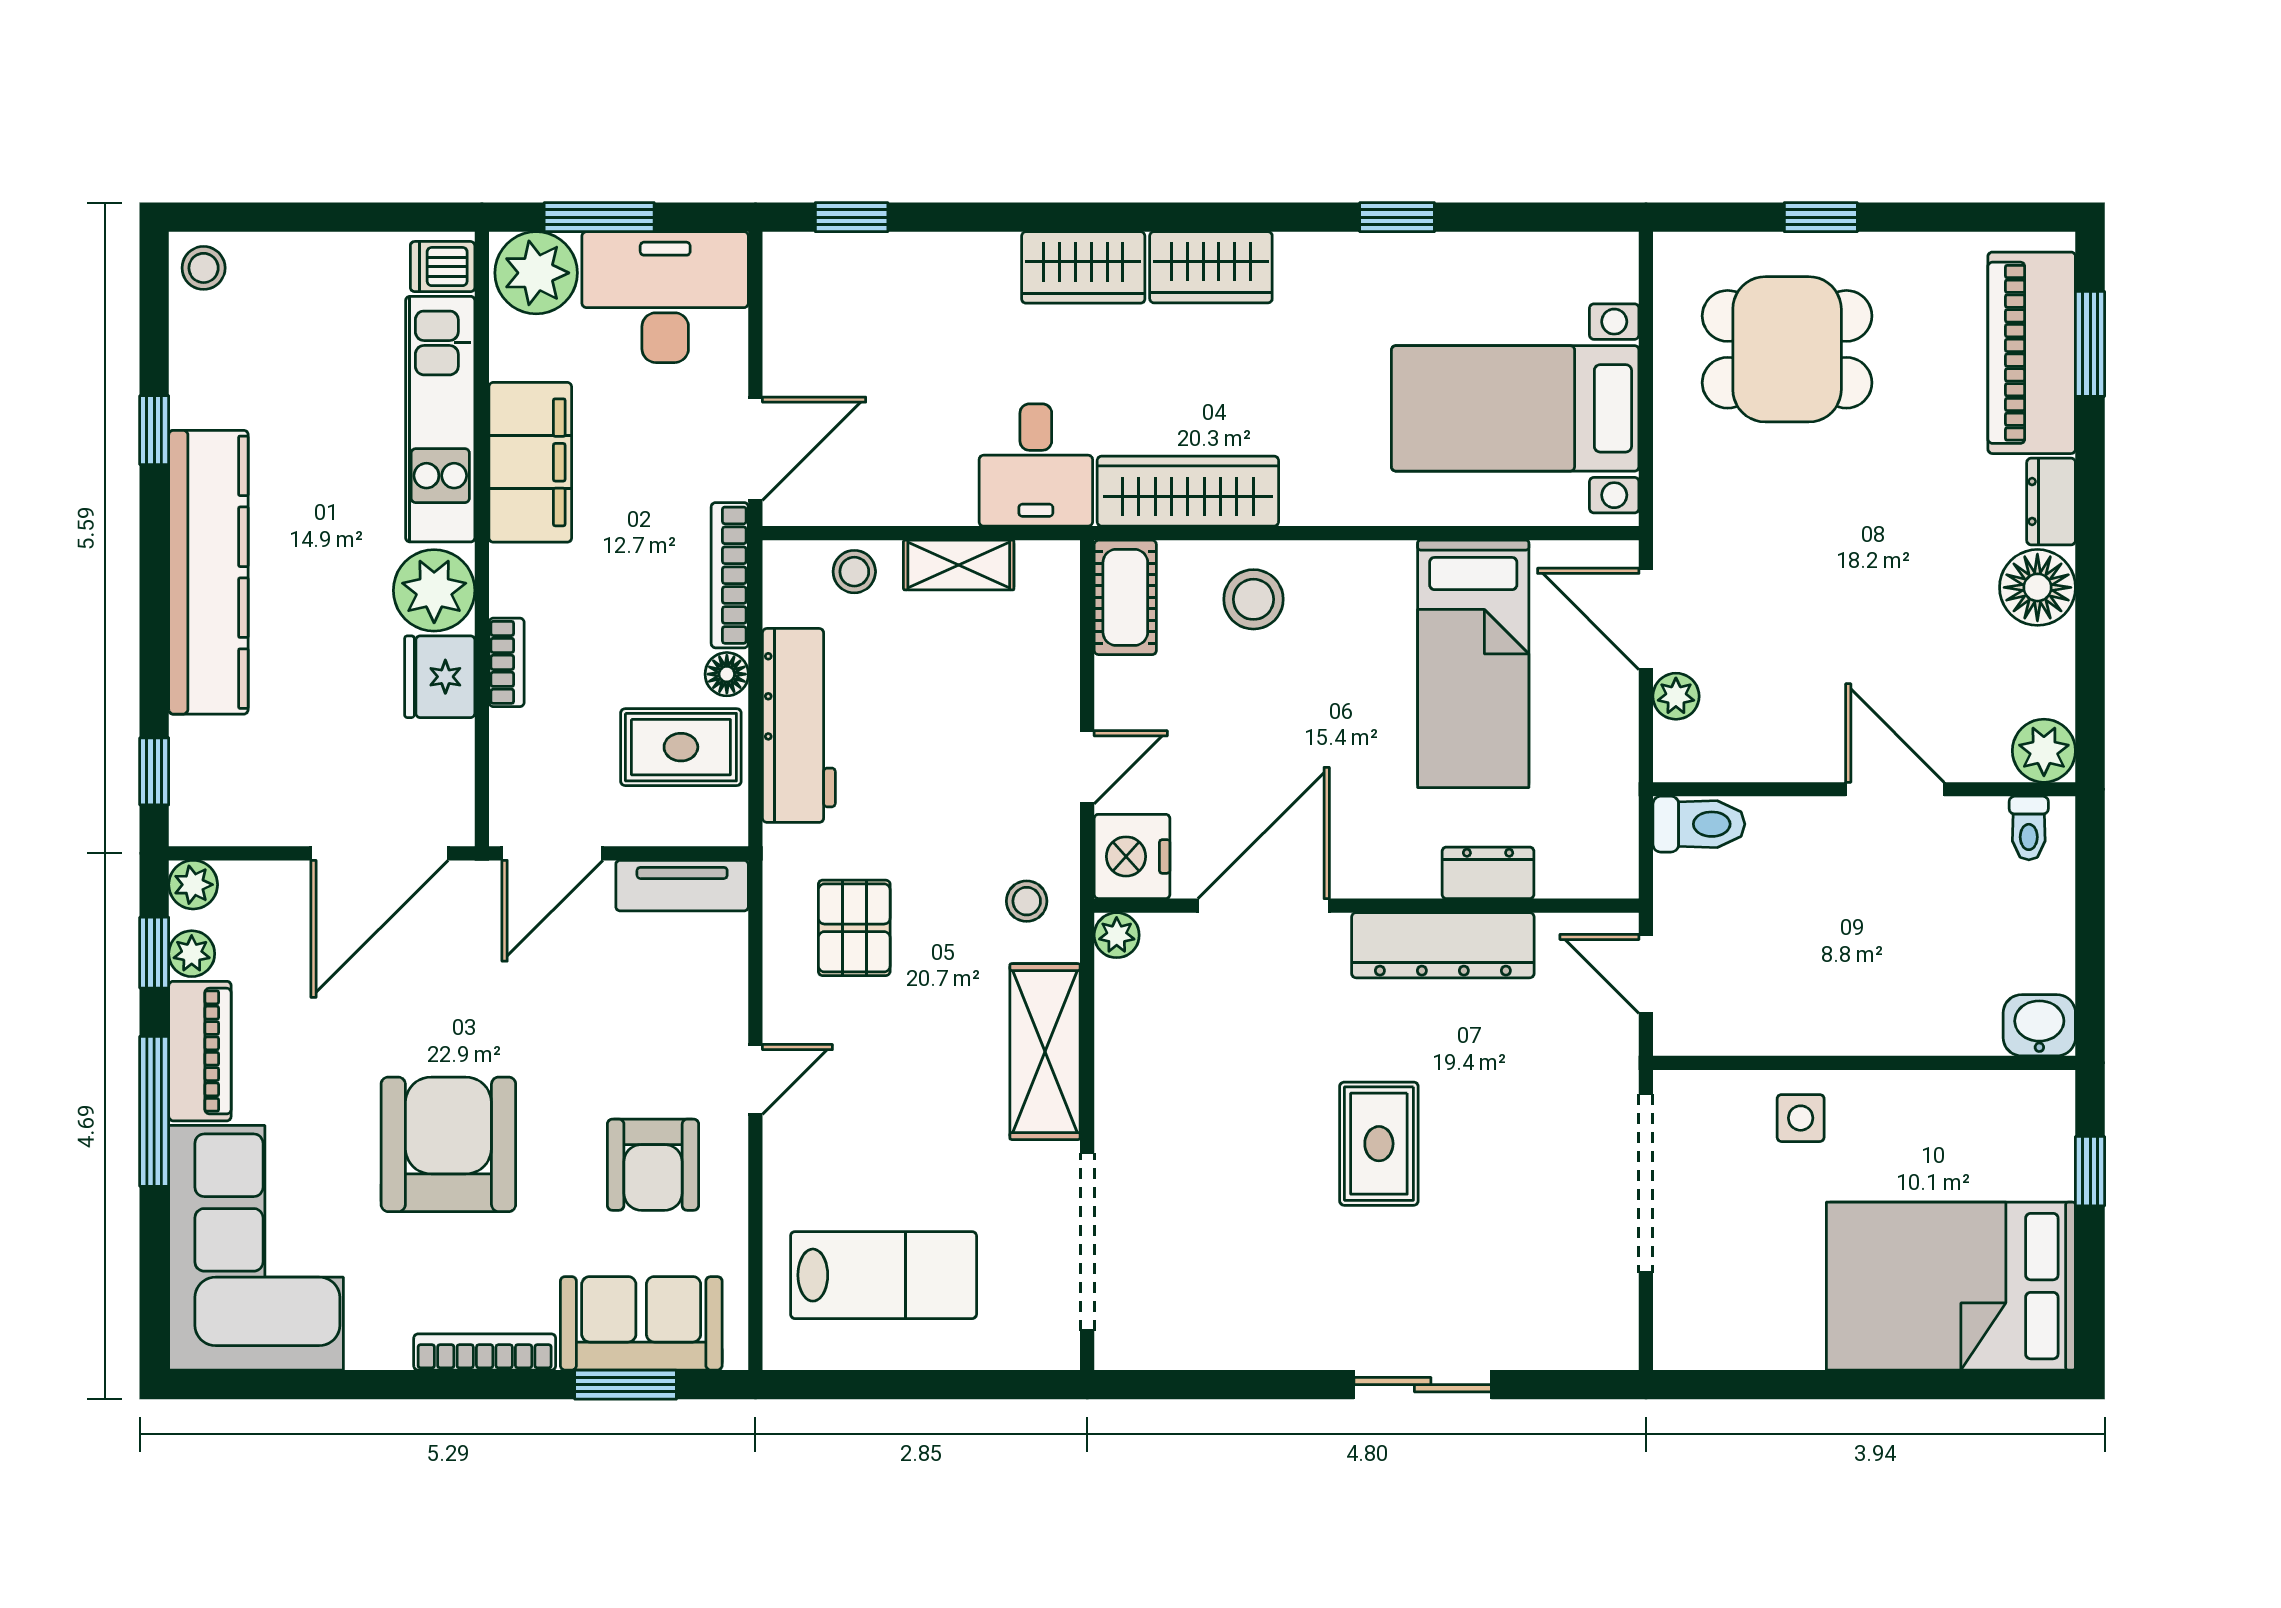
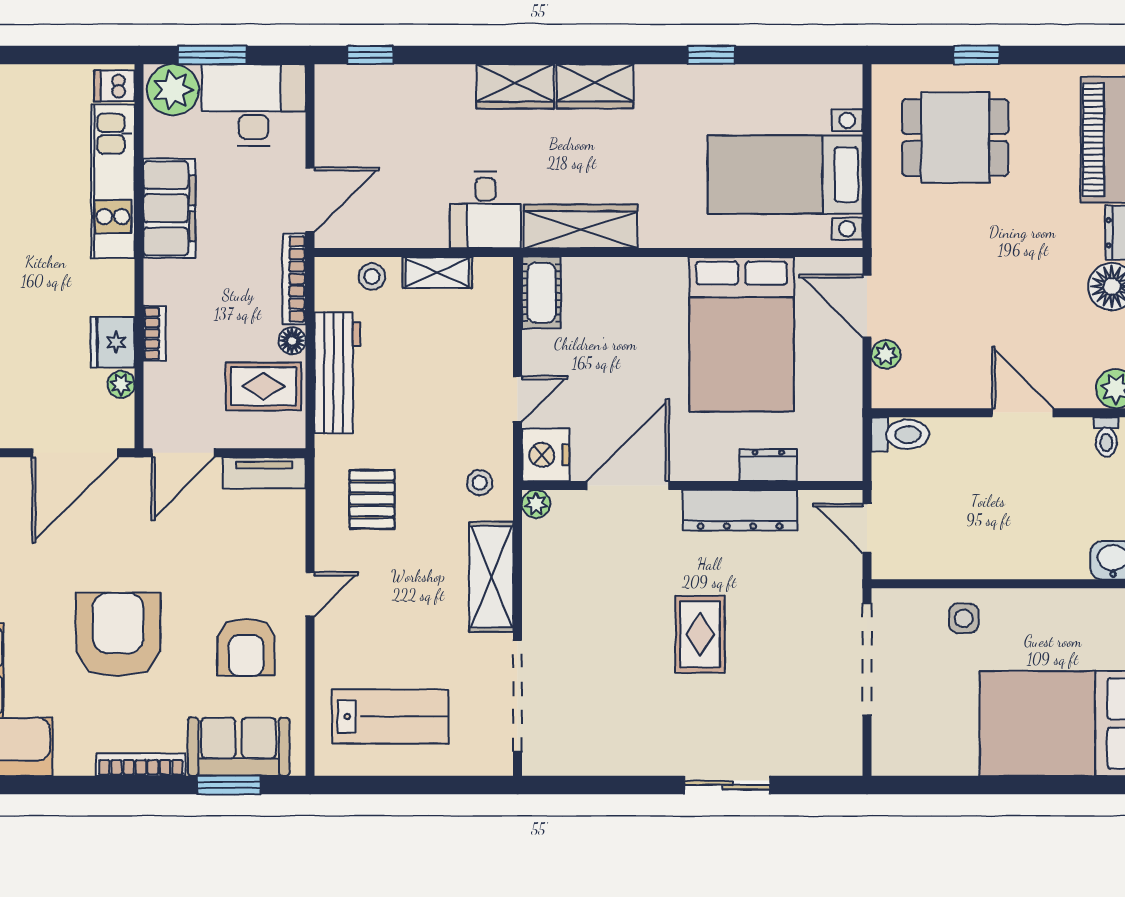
plant: (434, 590) -> (121, 384), moved, width x0.53, depth x0.53
stool: (1253, 599) -> (622, 294), removed
bed: (1473, 664) -> (742, 334), width x1.50

